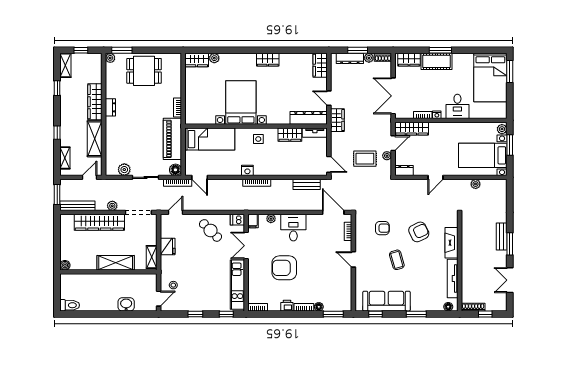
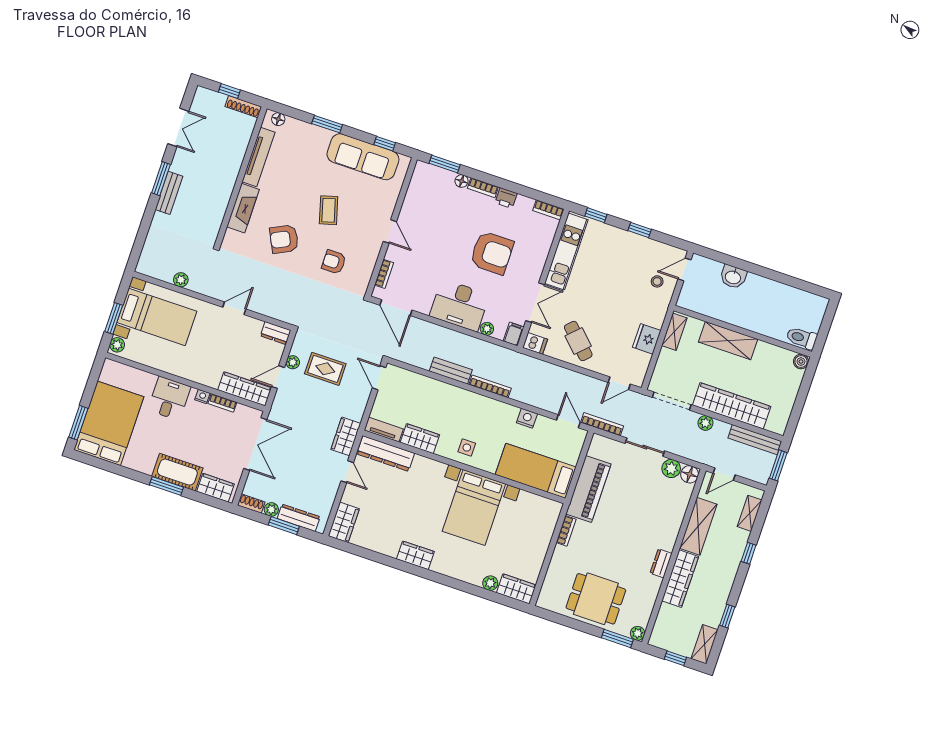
floor lamp: (175, 170) -> (690, 474), moved
nightstand: (247, 170) -> (527, 418), moved
bench: (307, 184) -> (451, 371), moved
desk: (293, 228) -> (460, 305), width x1.37
toilet: (70, 305) -> (802, 338), moved

